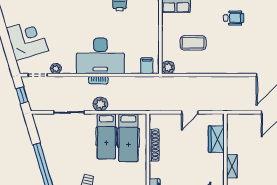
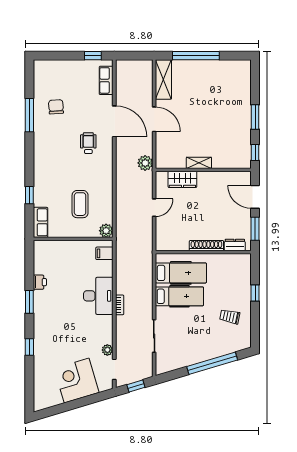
wheelchair: (234, 18) -> (88, 143), moved
desk: (100, 56) -> (98, 296), width x0.73, depth x0.77
plant: (100, 104) -> (145, 163), moved
door: (190, 112) -> (154, 208), hinge flipped
shoe rack: (154, 145) -> (206, 246), moved
shelving: (232, 166) -> (199, 163), moved

